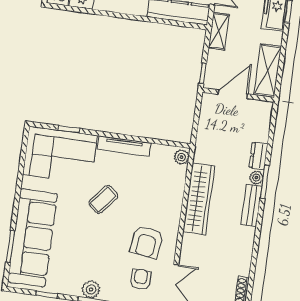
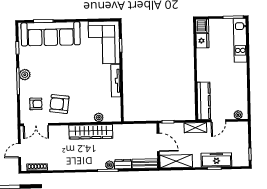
plant: (182, 157) -> (99, 117), moved
coffee table: (103, 199) -> (81, 73), removed
bench: (252, 206) -> (145, 164), moved

